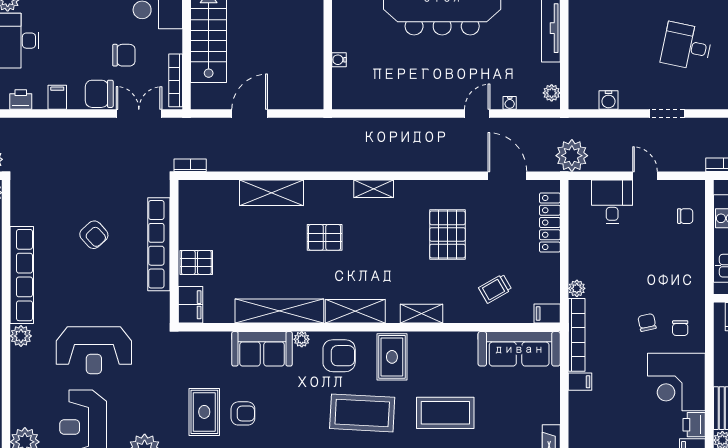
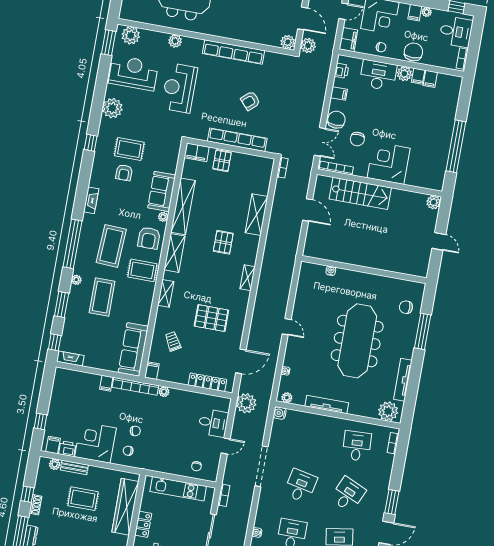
water cooler: (608, 100) -> (280, 413), moved
door: (477, 114) -> (287, 327), moved
doorway: (667, 114) -> (261, 466), width x1.88
plant: (21, 336) -> (175, 41), moved

